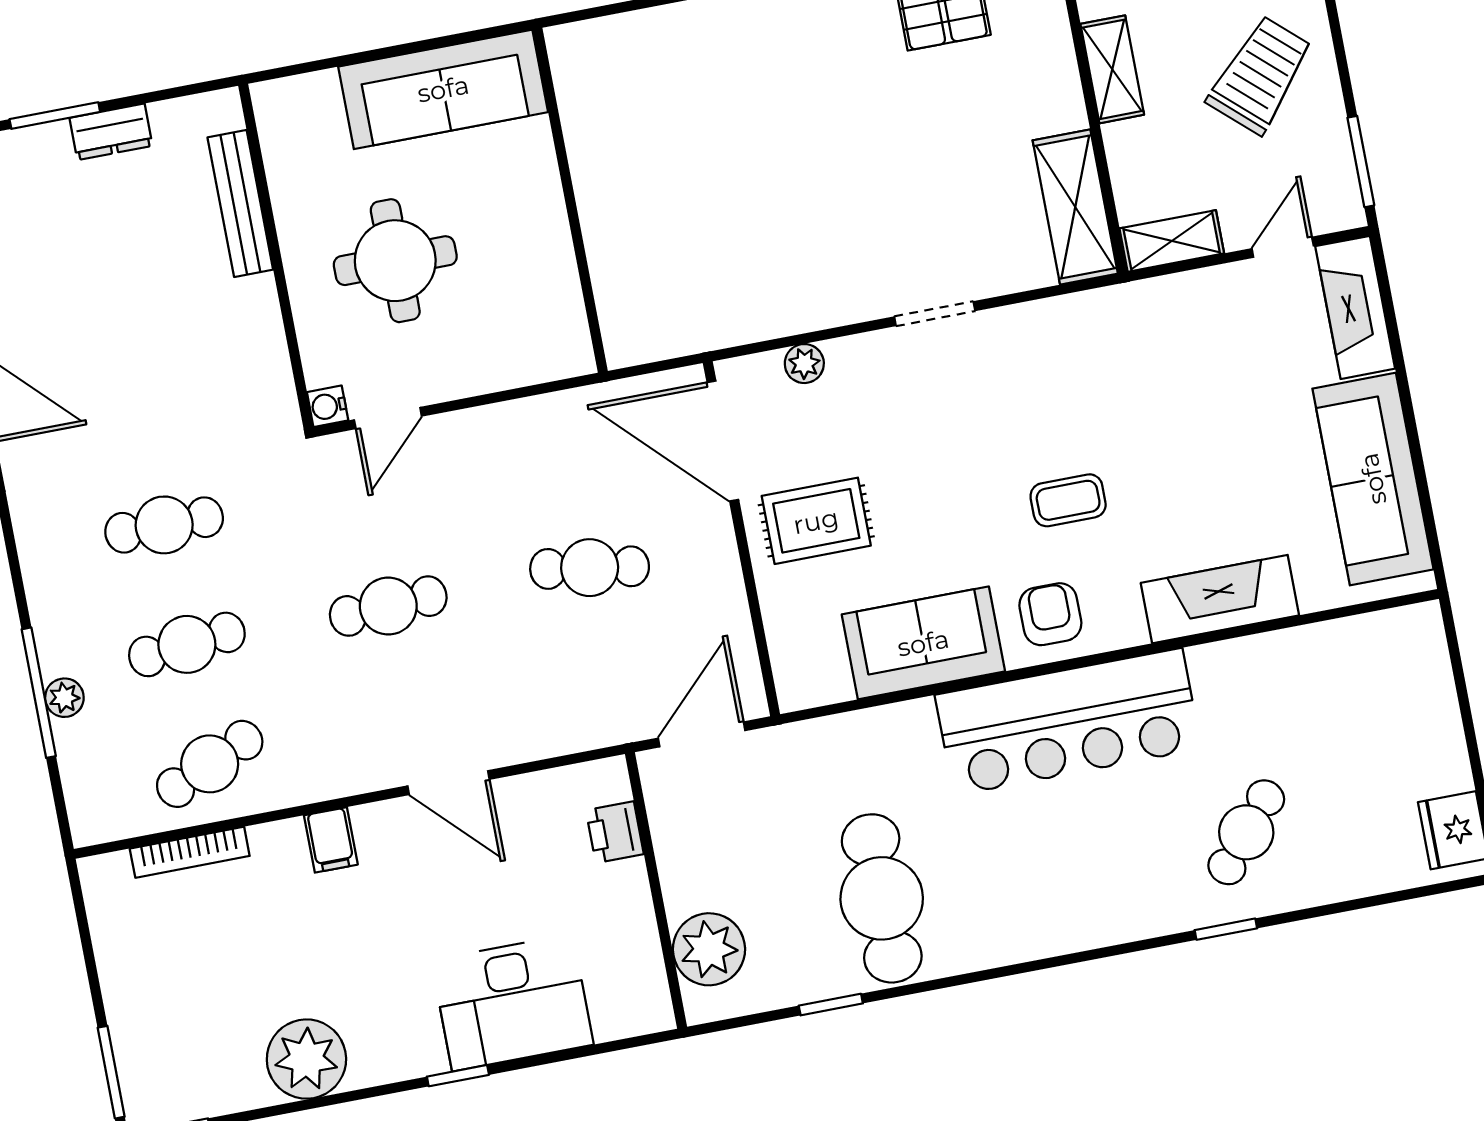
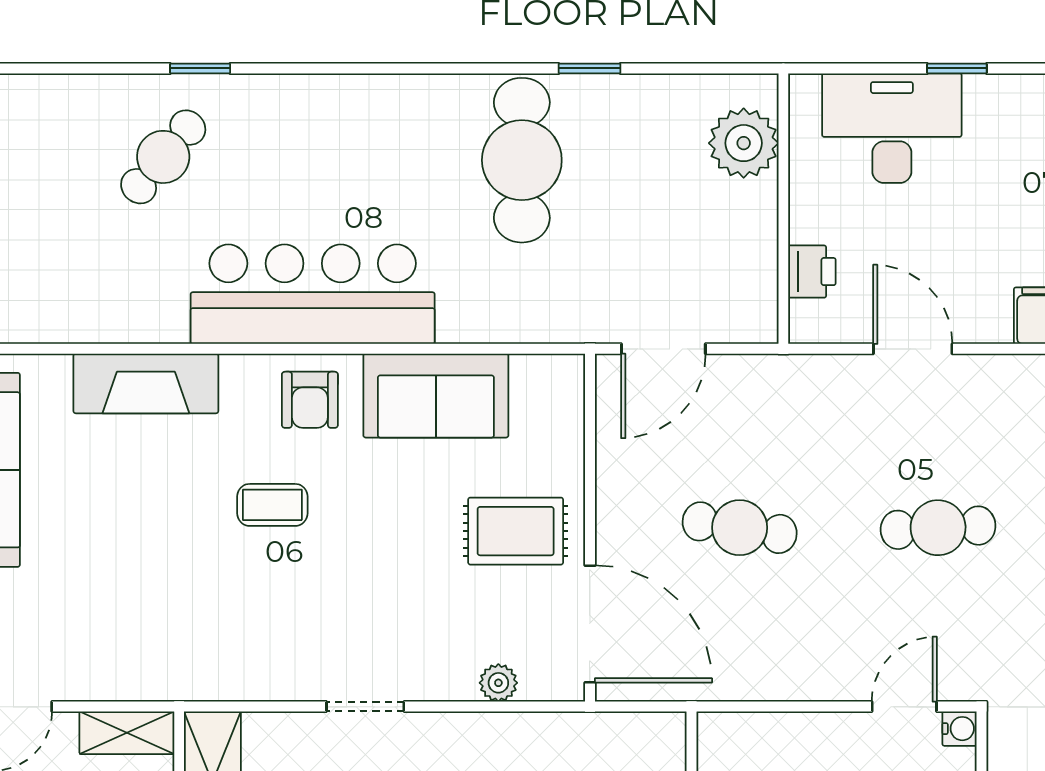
printer: (615, 832) -> (812, 272), moved
wall: (656, 890) -> (783, 209), moved
plant: (709, 949) -> (744, 143), moved

